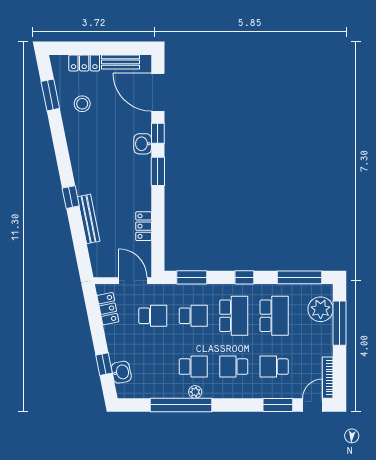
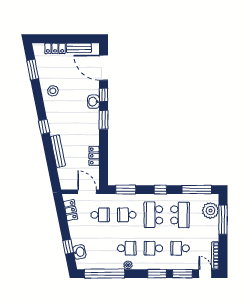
stool: (82, 104) -> (53, 91), moved
window: (71, 197) -> (44, 127), moved
school desk: (193, 316) -> (127, 215), turned 180
school desk: (234, 316) -> (153, 215), turned 180
window: (181, 405) -> (105, 274), moved
window: (239, 405) -> (157, 274), added
door: (313, 405) -> (205, 274), hinge flipped

